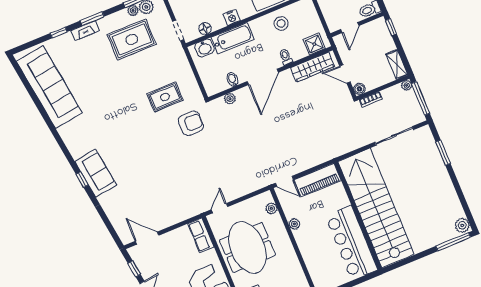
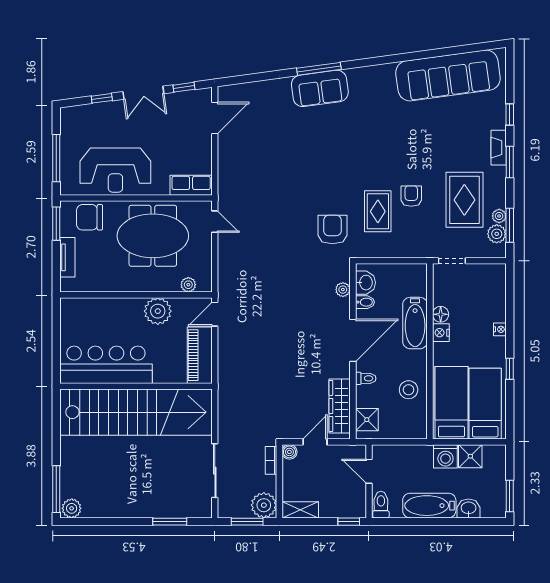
floor lamp: (205, 29) -> (441, 314), moved
washbasin: (205, 48) -> (365, 283), moved, turned 180
door: (263, 77) -> (353, 340), swing flipped
armchair: (145, 78) -> (411, 196), added
plant: (407, 85) -> (264, 505), width x1.88, depth x1.88
window: (421, 98) -> (247, 522), width x0.69
armchair: (191, 123) -> (332, 230), turned 180
window: (82, 180) -> (319, 69), width x2.17
plant: (294, 224) -> (158, 311), width x1.87, depth x1.87

